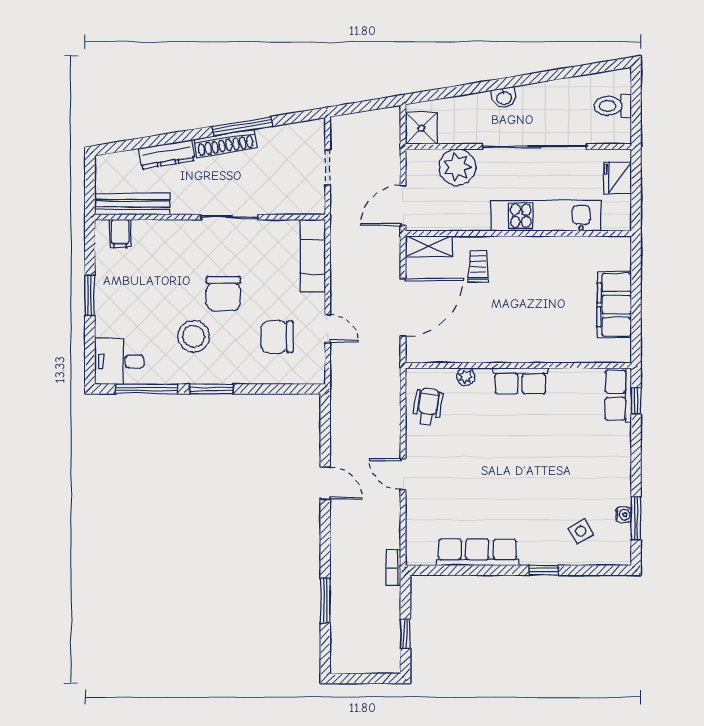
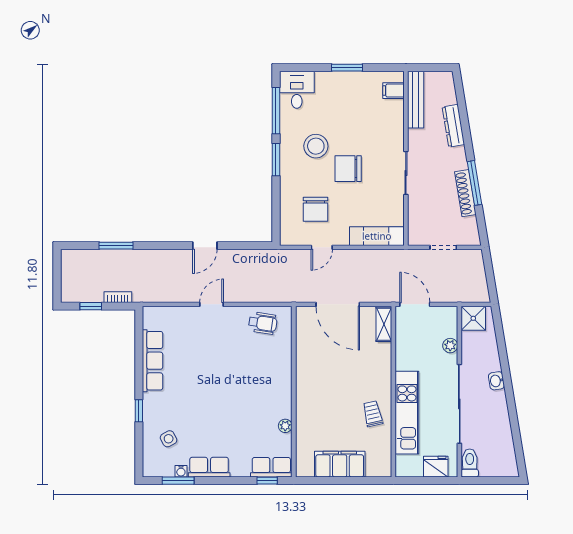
toilet: (613, 106) -> (470, 463), moved
shoe rack: (225, 143) -> (465, 193), moved
plant: (457, 167) -> (450, 346), width x0.53, depth x0.53
trolley: (478, 266) -> (373, 414), moved, turned -103
chair: (277, 337) -> (315, 209), turned 180
plant: (466, 377) -> (285, 426), moved
row of seats: (520, 381) -> (209, 467), moved, turned 90
bookcase: (393, 568) -> (118, 297), moved

